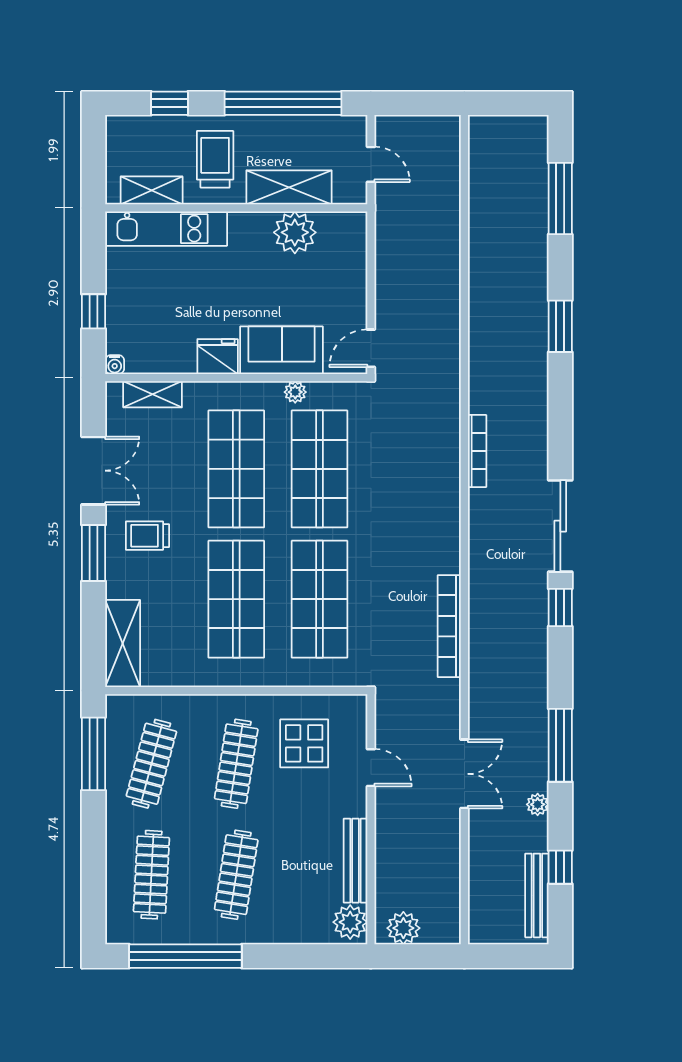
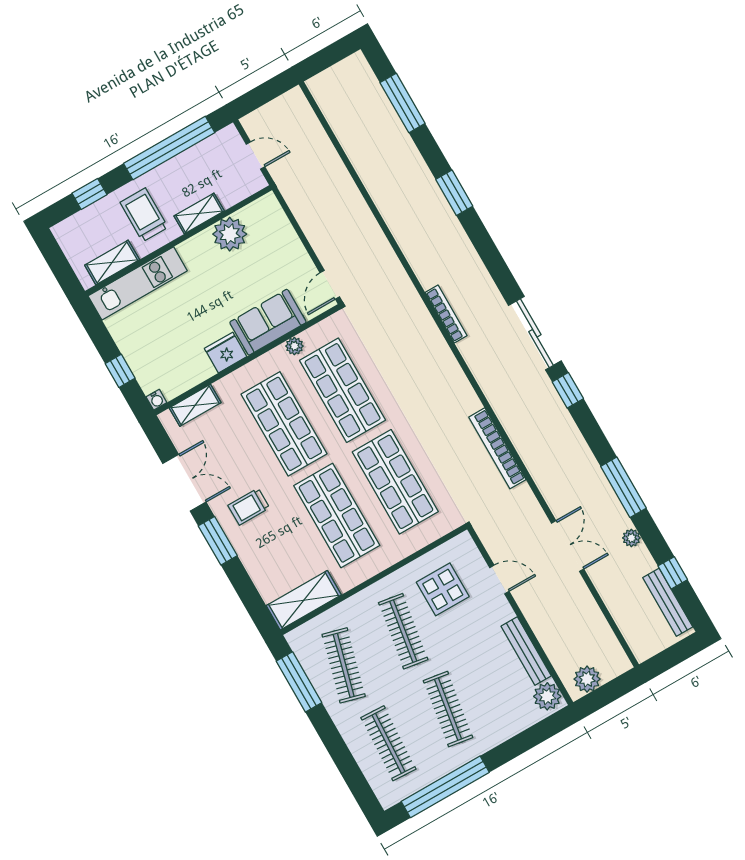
shelving: (289, 187) -> (199, 213), width x0.67, depth x0.75
shelving: (123, 643) -> (304, 600), moved, turned 90

